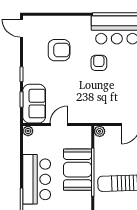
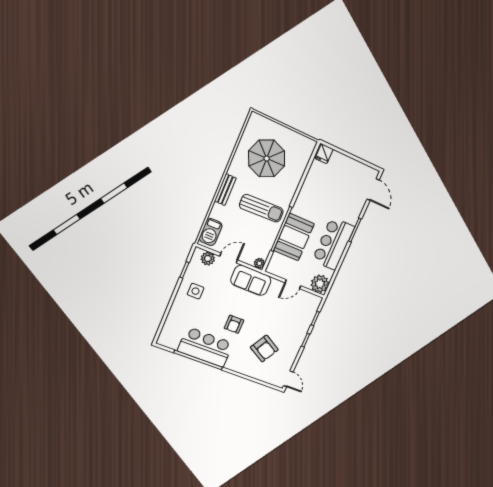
armchair: (59, 50) -> (264, 349), turned -150
sofa: (34, 104) -> (251, 280), moved, turned -90
plant: (28, 131) -> (320, 284), width x1.87, depth x1.87

